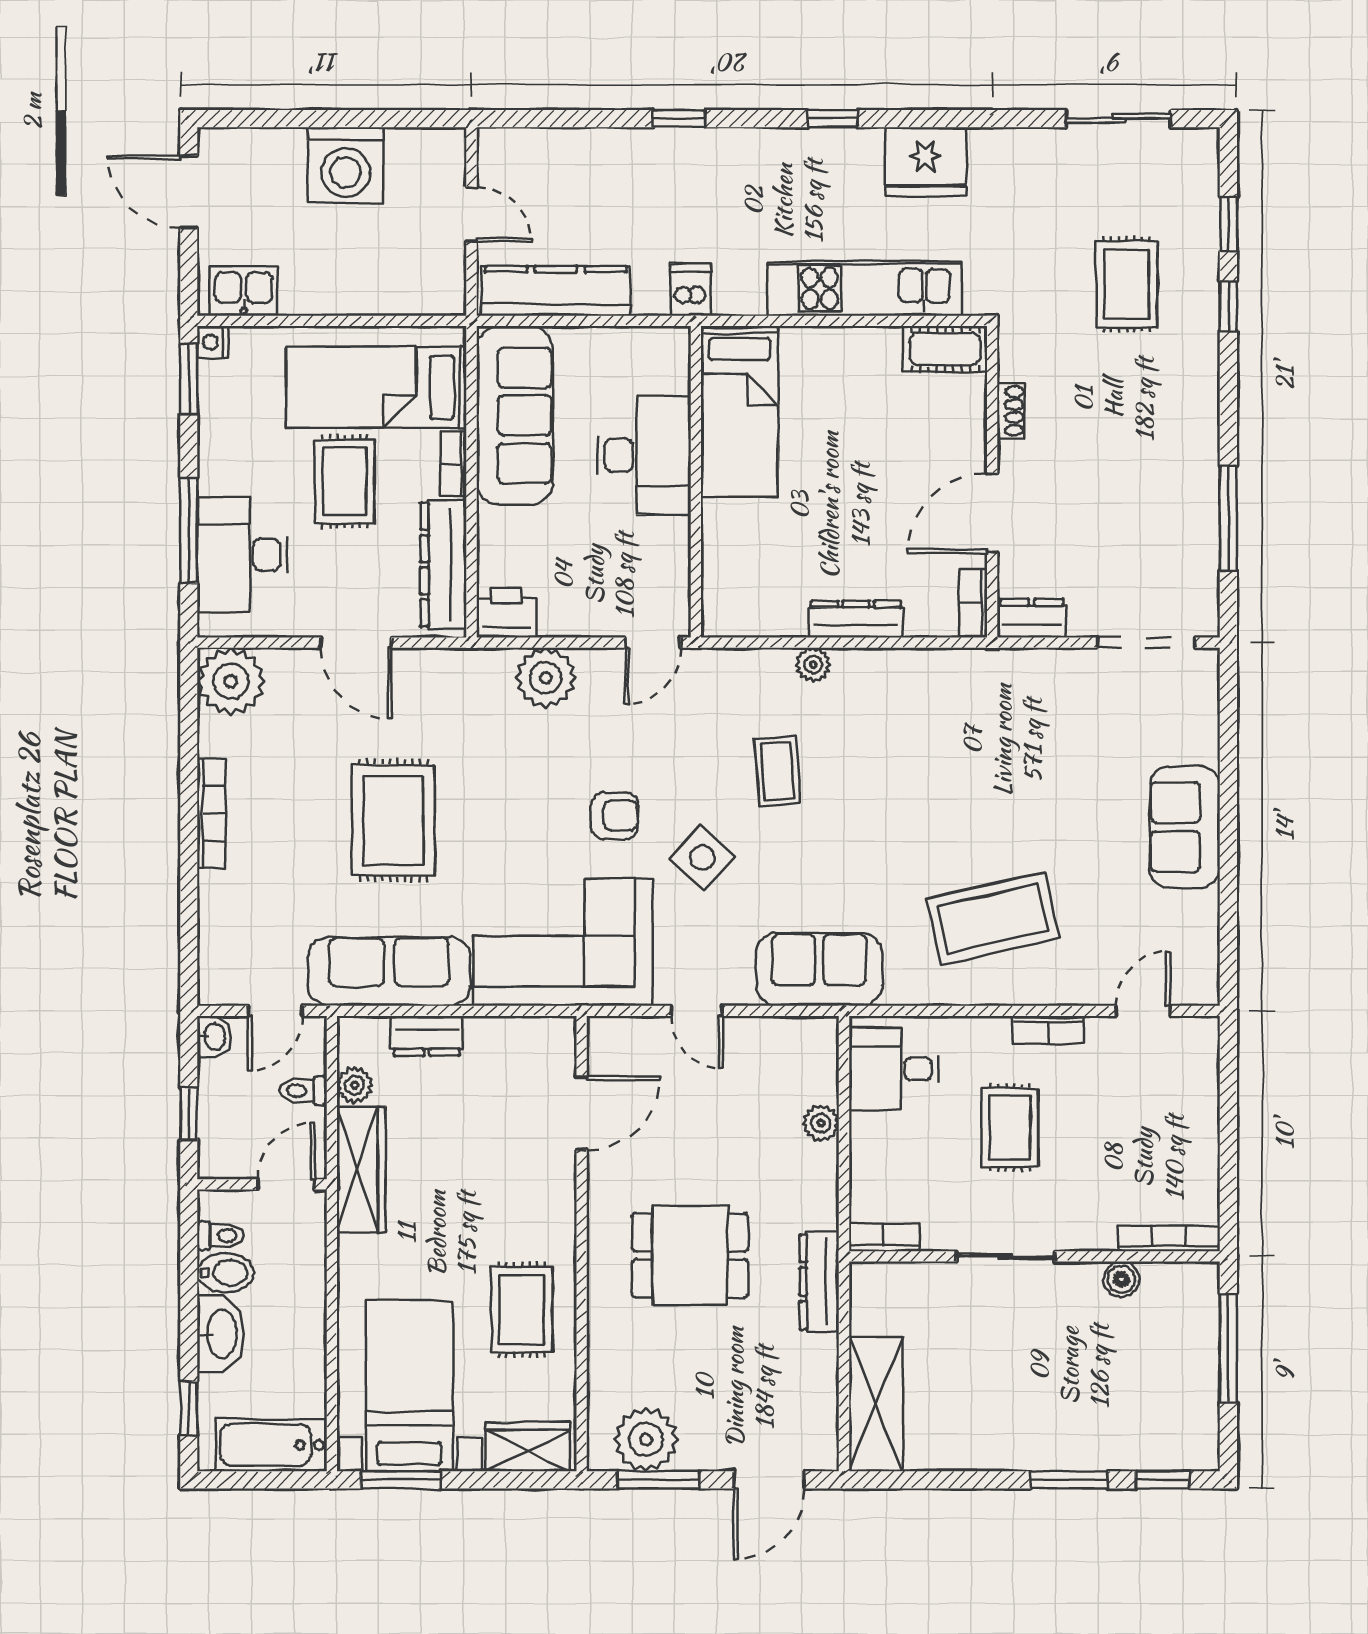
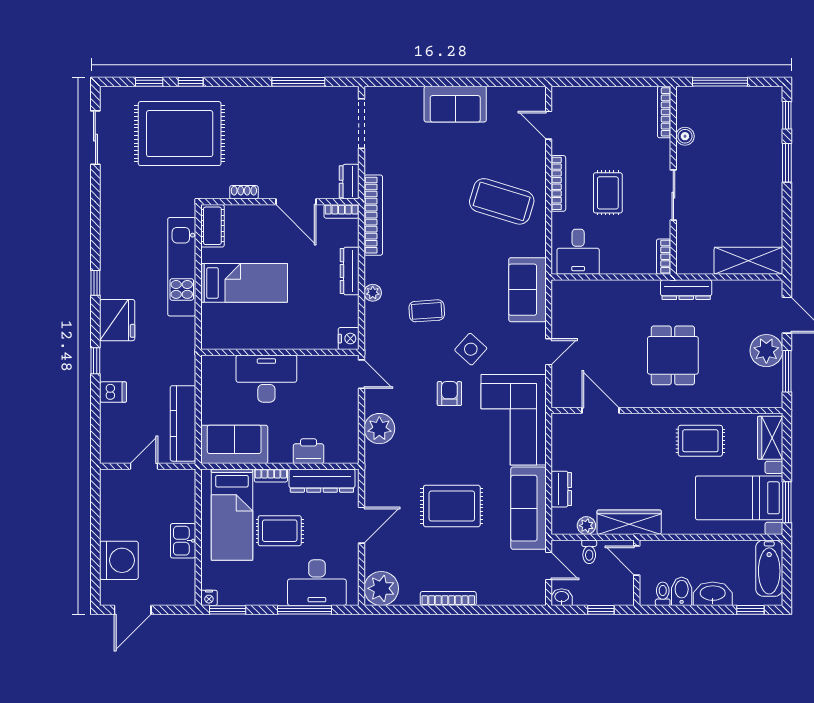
fridge: (926, 161) -> (117, 320), moved
washing machine: (346, 165) -> (119, 560), moved
rug: (1126, 284) -> (180, 134), width x1.86, depth x2.06
dishwasher: (690, 290) -> (113, 392), moved, turned 180
kitchen sink: (244, 291) -> (183, 541), moved
bed: (740, 411) -> (244, 283), moved
sofa: (515, 415) -> (234, 444), width x0.73
printer: (506, 613) -> (309, 451), moved, turned 90
nightstand: (723, 617) -> (349, 339), added
bookcase: (966, 666) -> (373, 215), added
coffee table: (993, 919) -> (502, 201), turned -60
bookcase: (1048, 1030) -> (558, 183), width x1.56
plant: (821, 1123) -> (606, 289), removed
rug: (1010, 1127) -> (608, 193), turned 90
plant: (646, 1439) -> (766, 351), moved

